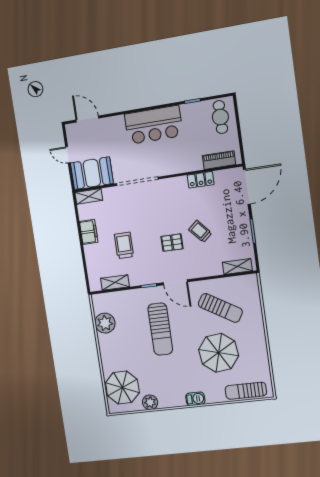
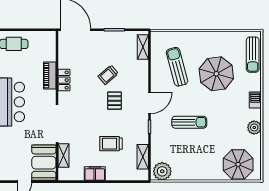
piano: (219, 160) -> (50, 76), moved
locker: (201, 180) -> (64, 80), moved
shelving: (89, 196) -> (64, 156), moved
sun lounger: (220, 308) -> (177, 67), turned -46
plant: (105, 323) -> (162, 171), moved
sun lounger: (160, 329) -> (189, 122), width x0.73, depth x0.75
plant: (150, 402) -> (254, 127), moved

